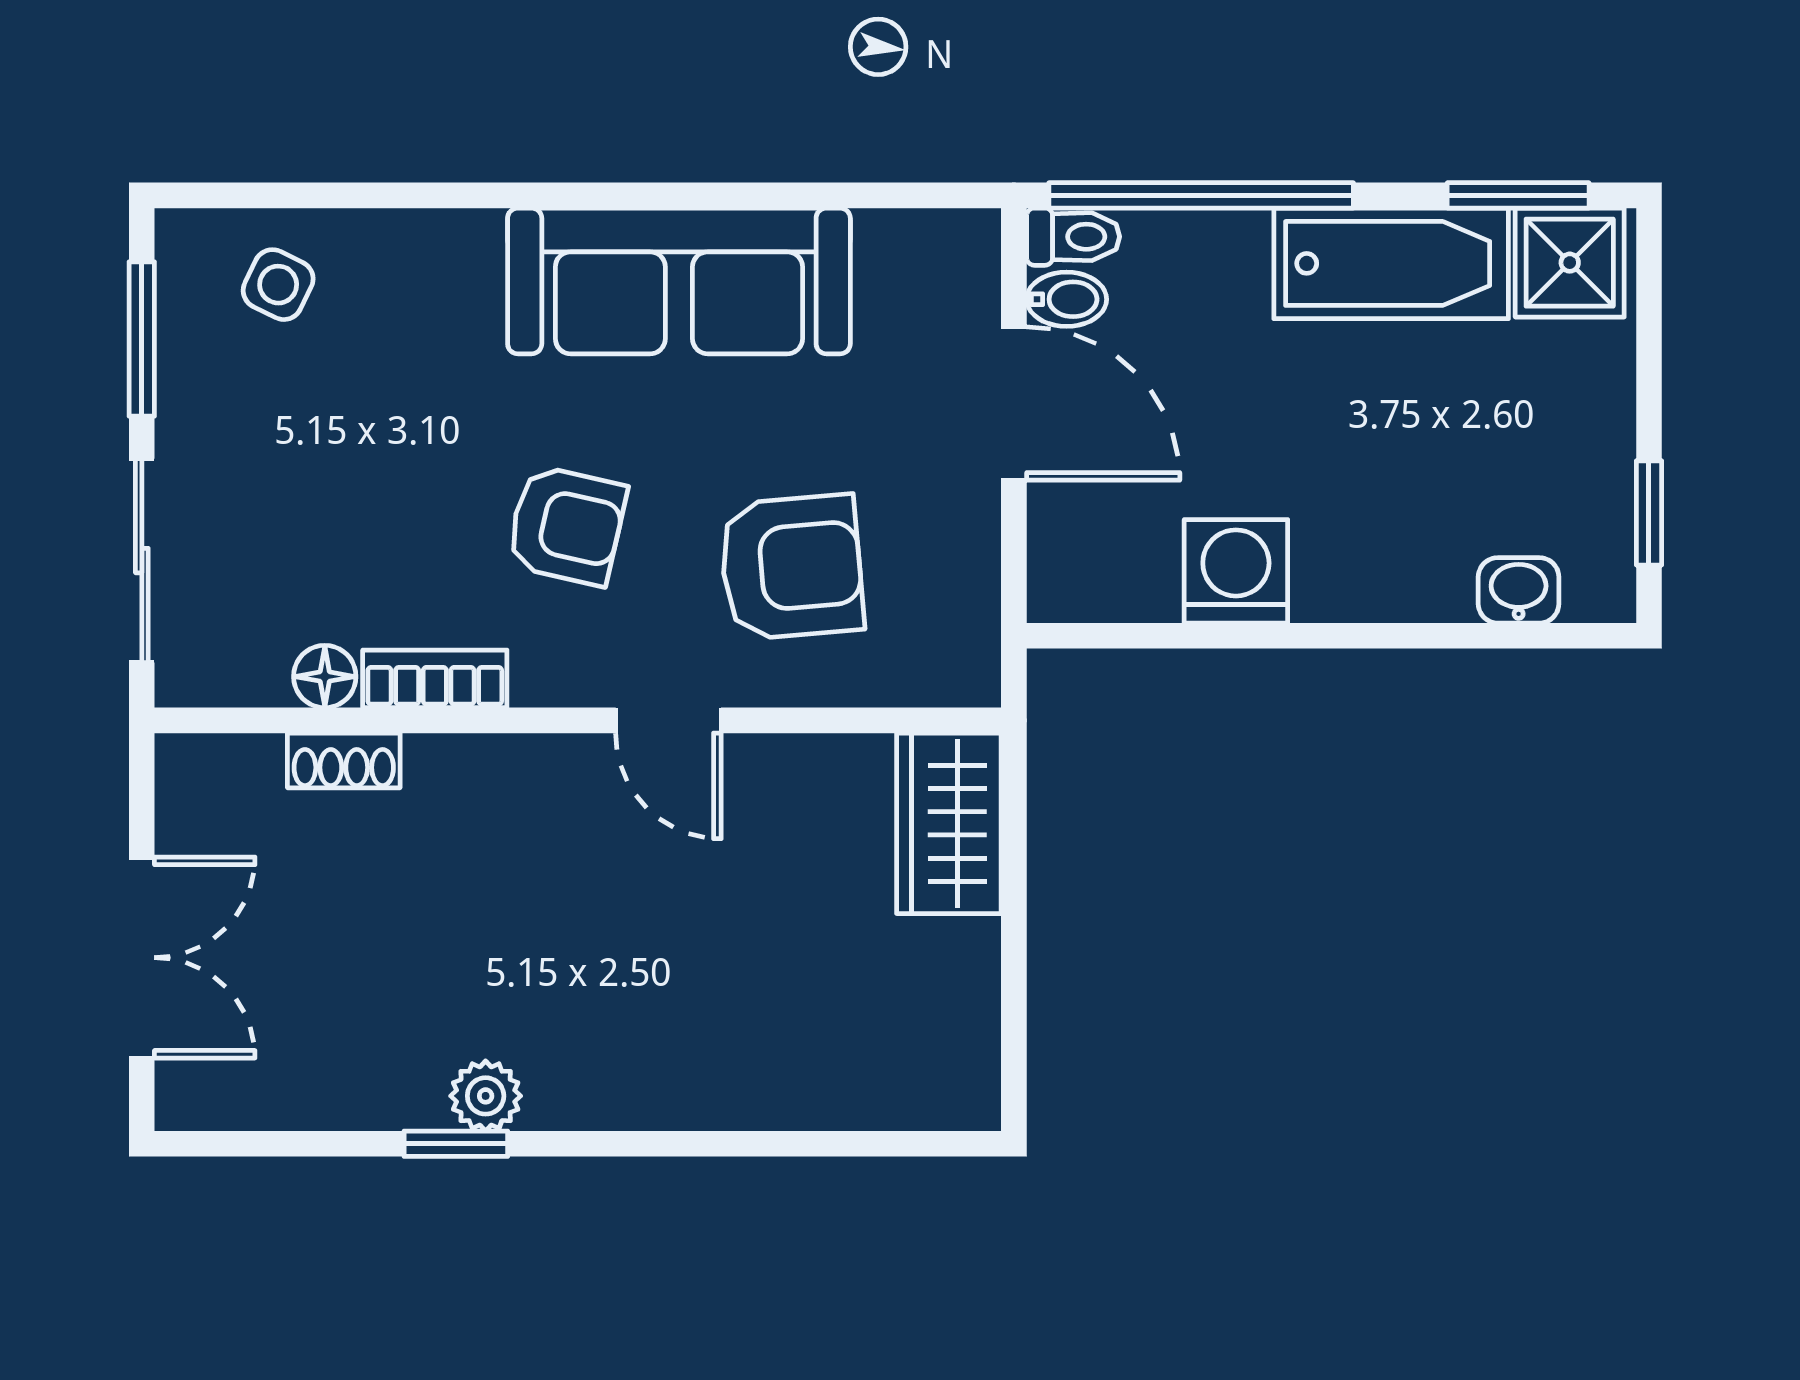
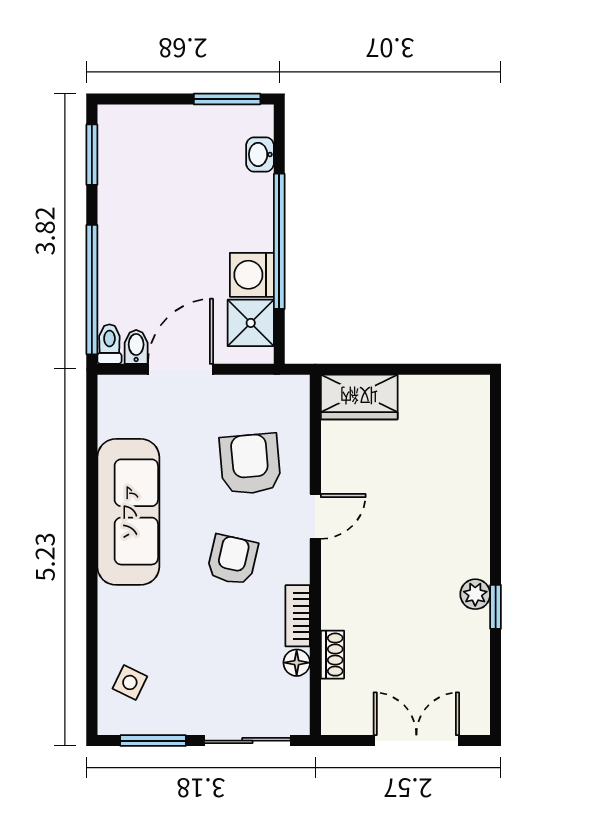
bathtub: (1391, 263) -> (121, 209), removed
shower: (1570, 263) -> (251, 323), moved
window: (1649, 513) -> (227, 99), width x1.50
window: (1315, 636) -> (279, 241), added

